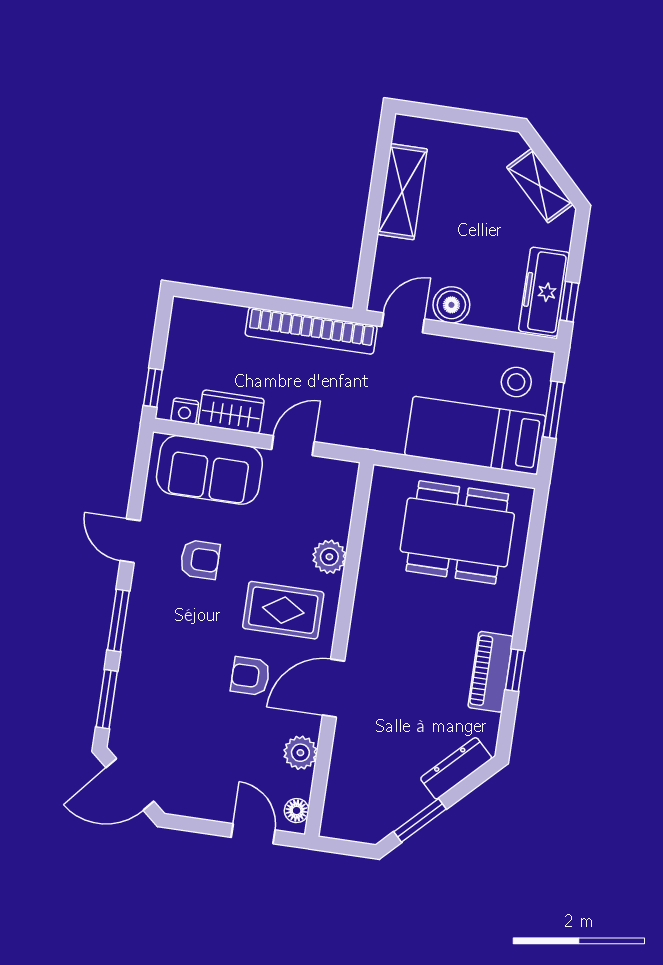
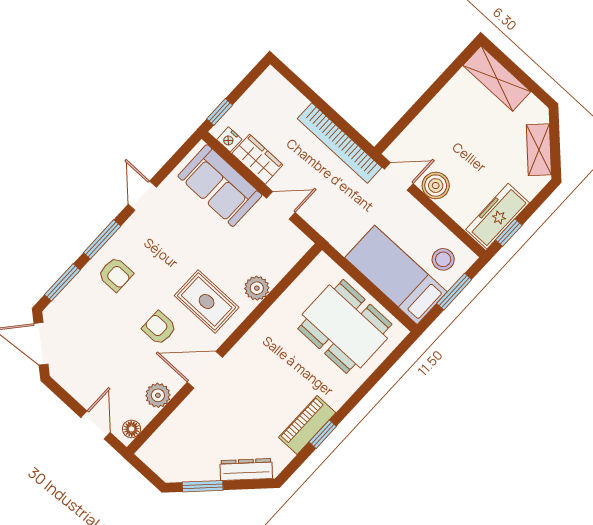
shelving: (402, 192) -> (497, 79), moved, turned 90
armchair: (200, 559) -> (116, 274), moved

